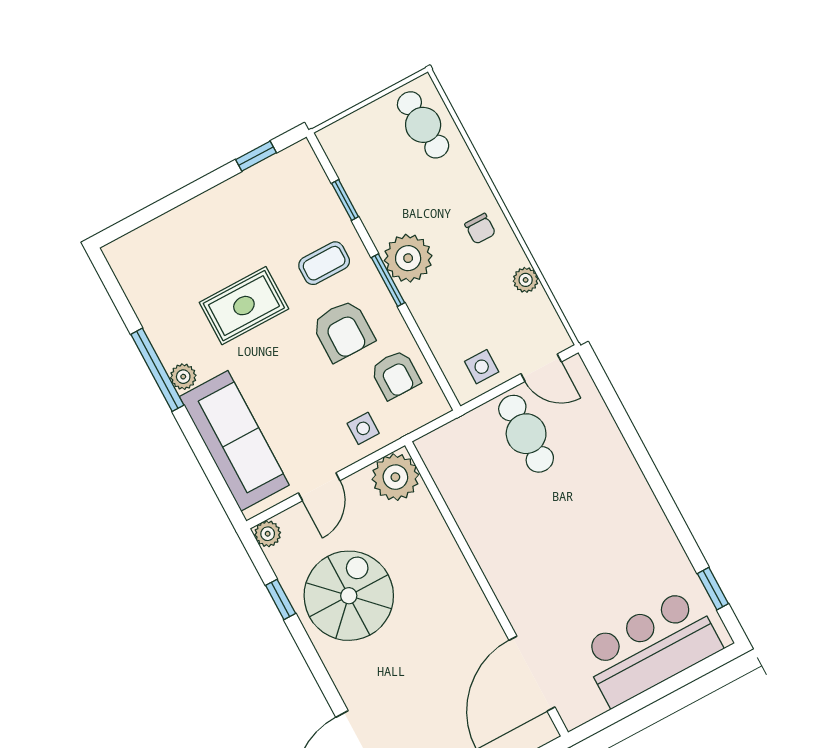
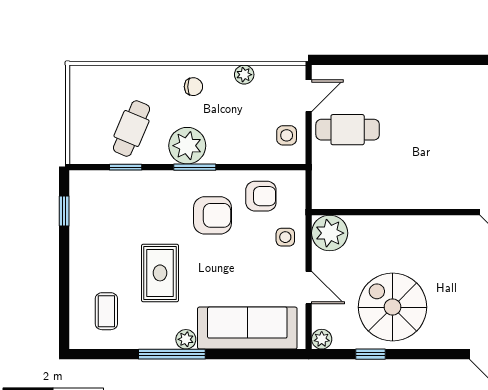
cafe table: (423, 125) -> (132, 128), moved, turned -63
coffee table: (324, 263) -> (106, 311), moved

